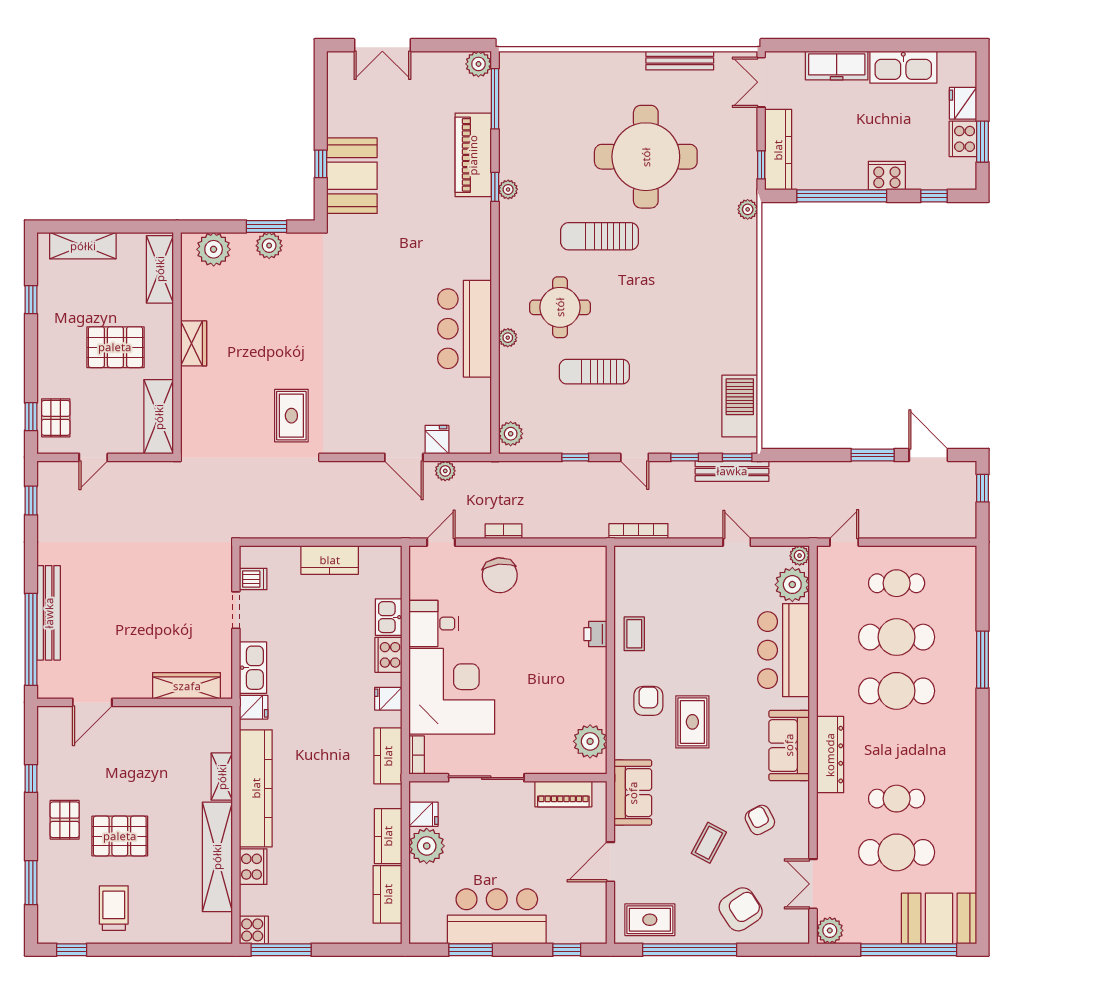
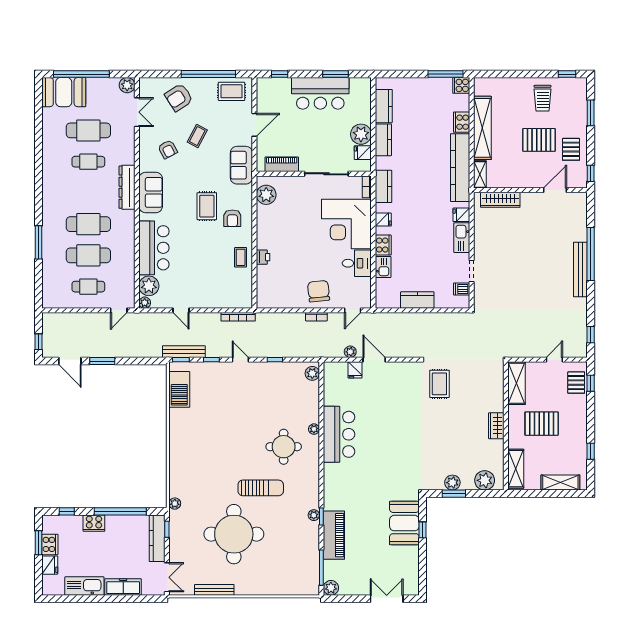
sun lounger: (594, 372) -> (264, 409), removed
wardrobe: (187, 686) -> (500, 200), moved
door: (92, 702) -> (555, 190), moved
wall: (135, 702) -> (530, 190), moved

